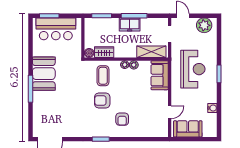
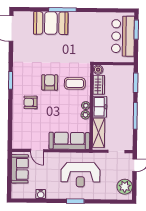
freezer: (130, 24) -> (100, 107), moved, turned 180
booth: (44, 74) -> (51, 23), moved
sofa: (160, 75) -> (69, 141), width x1.36

